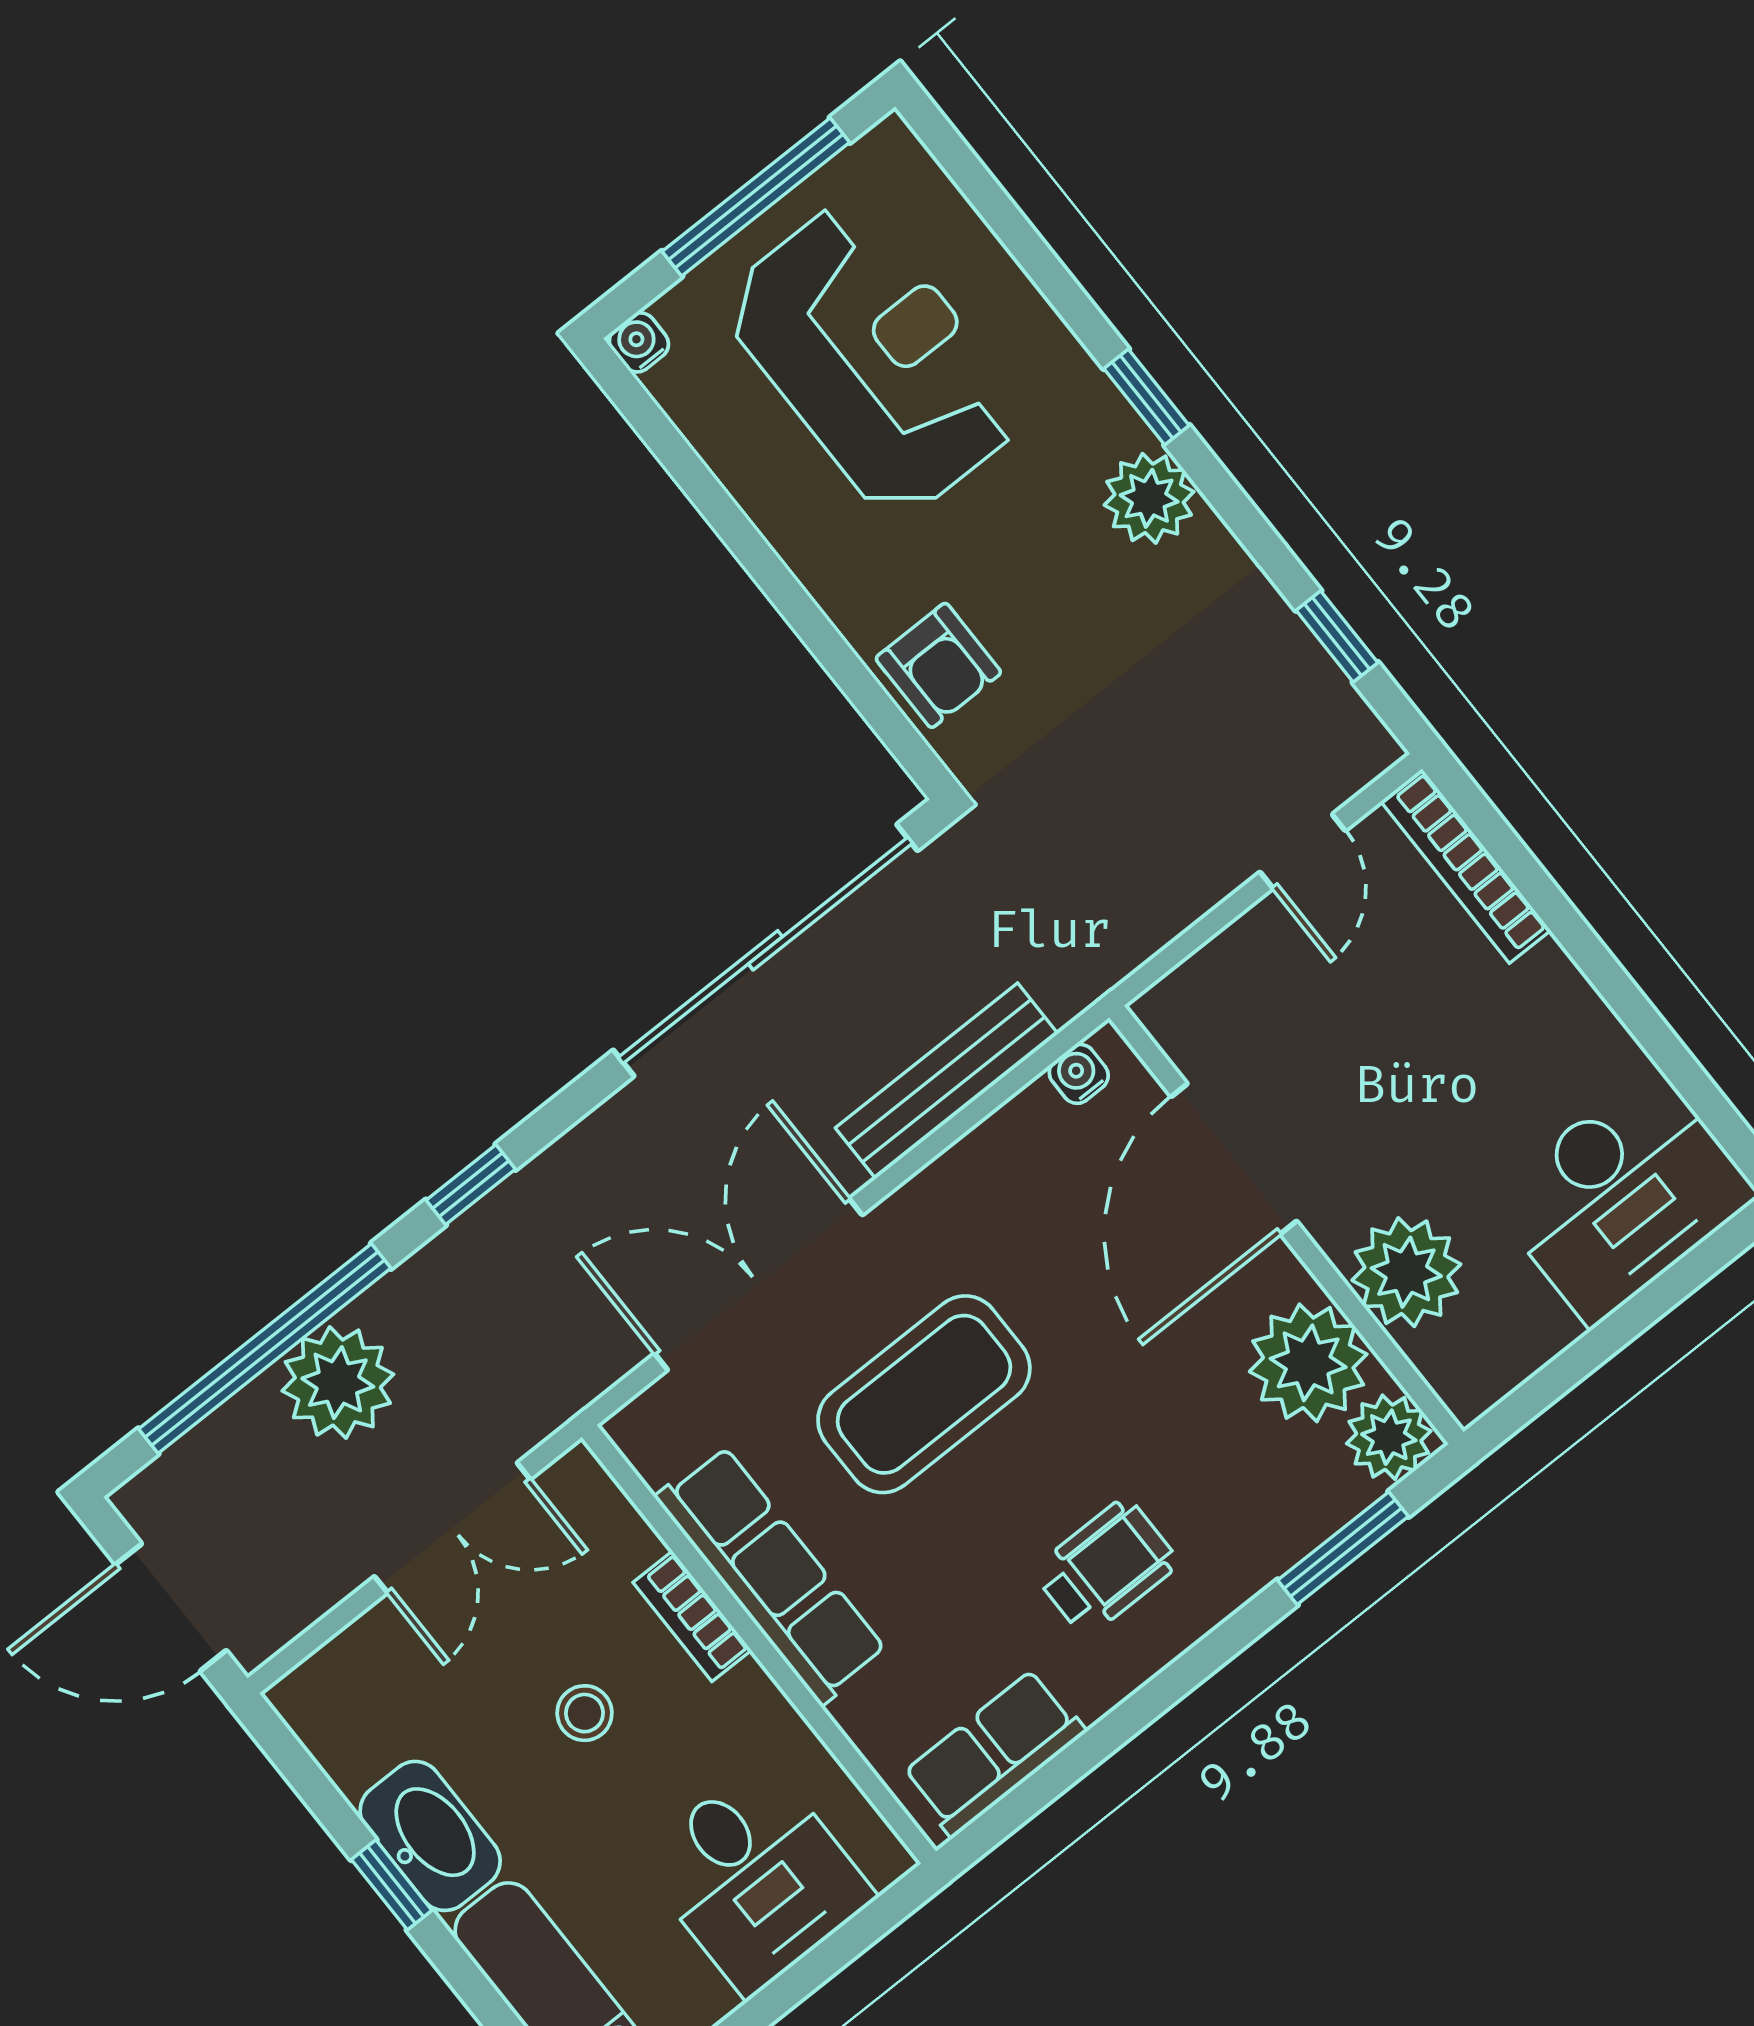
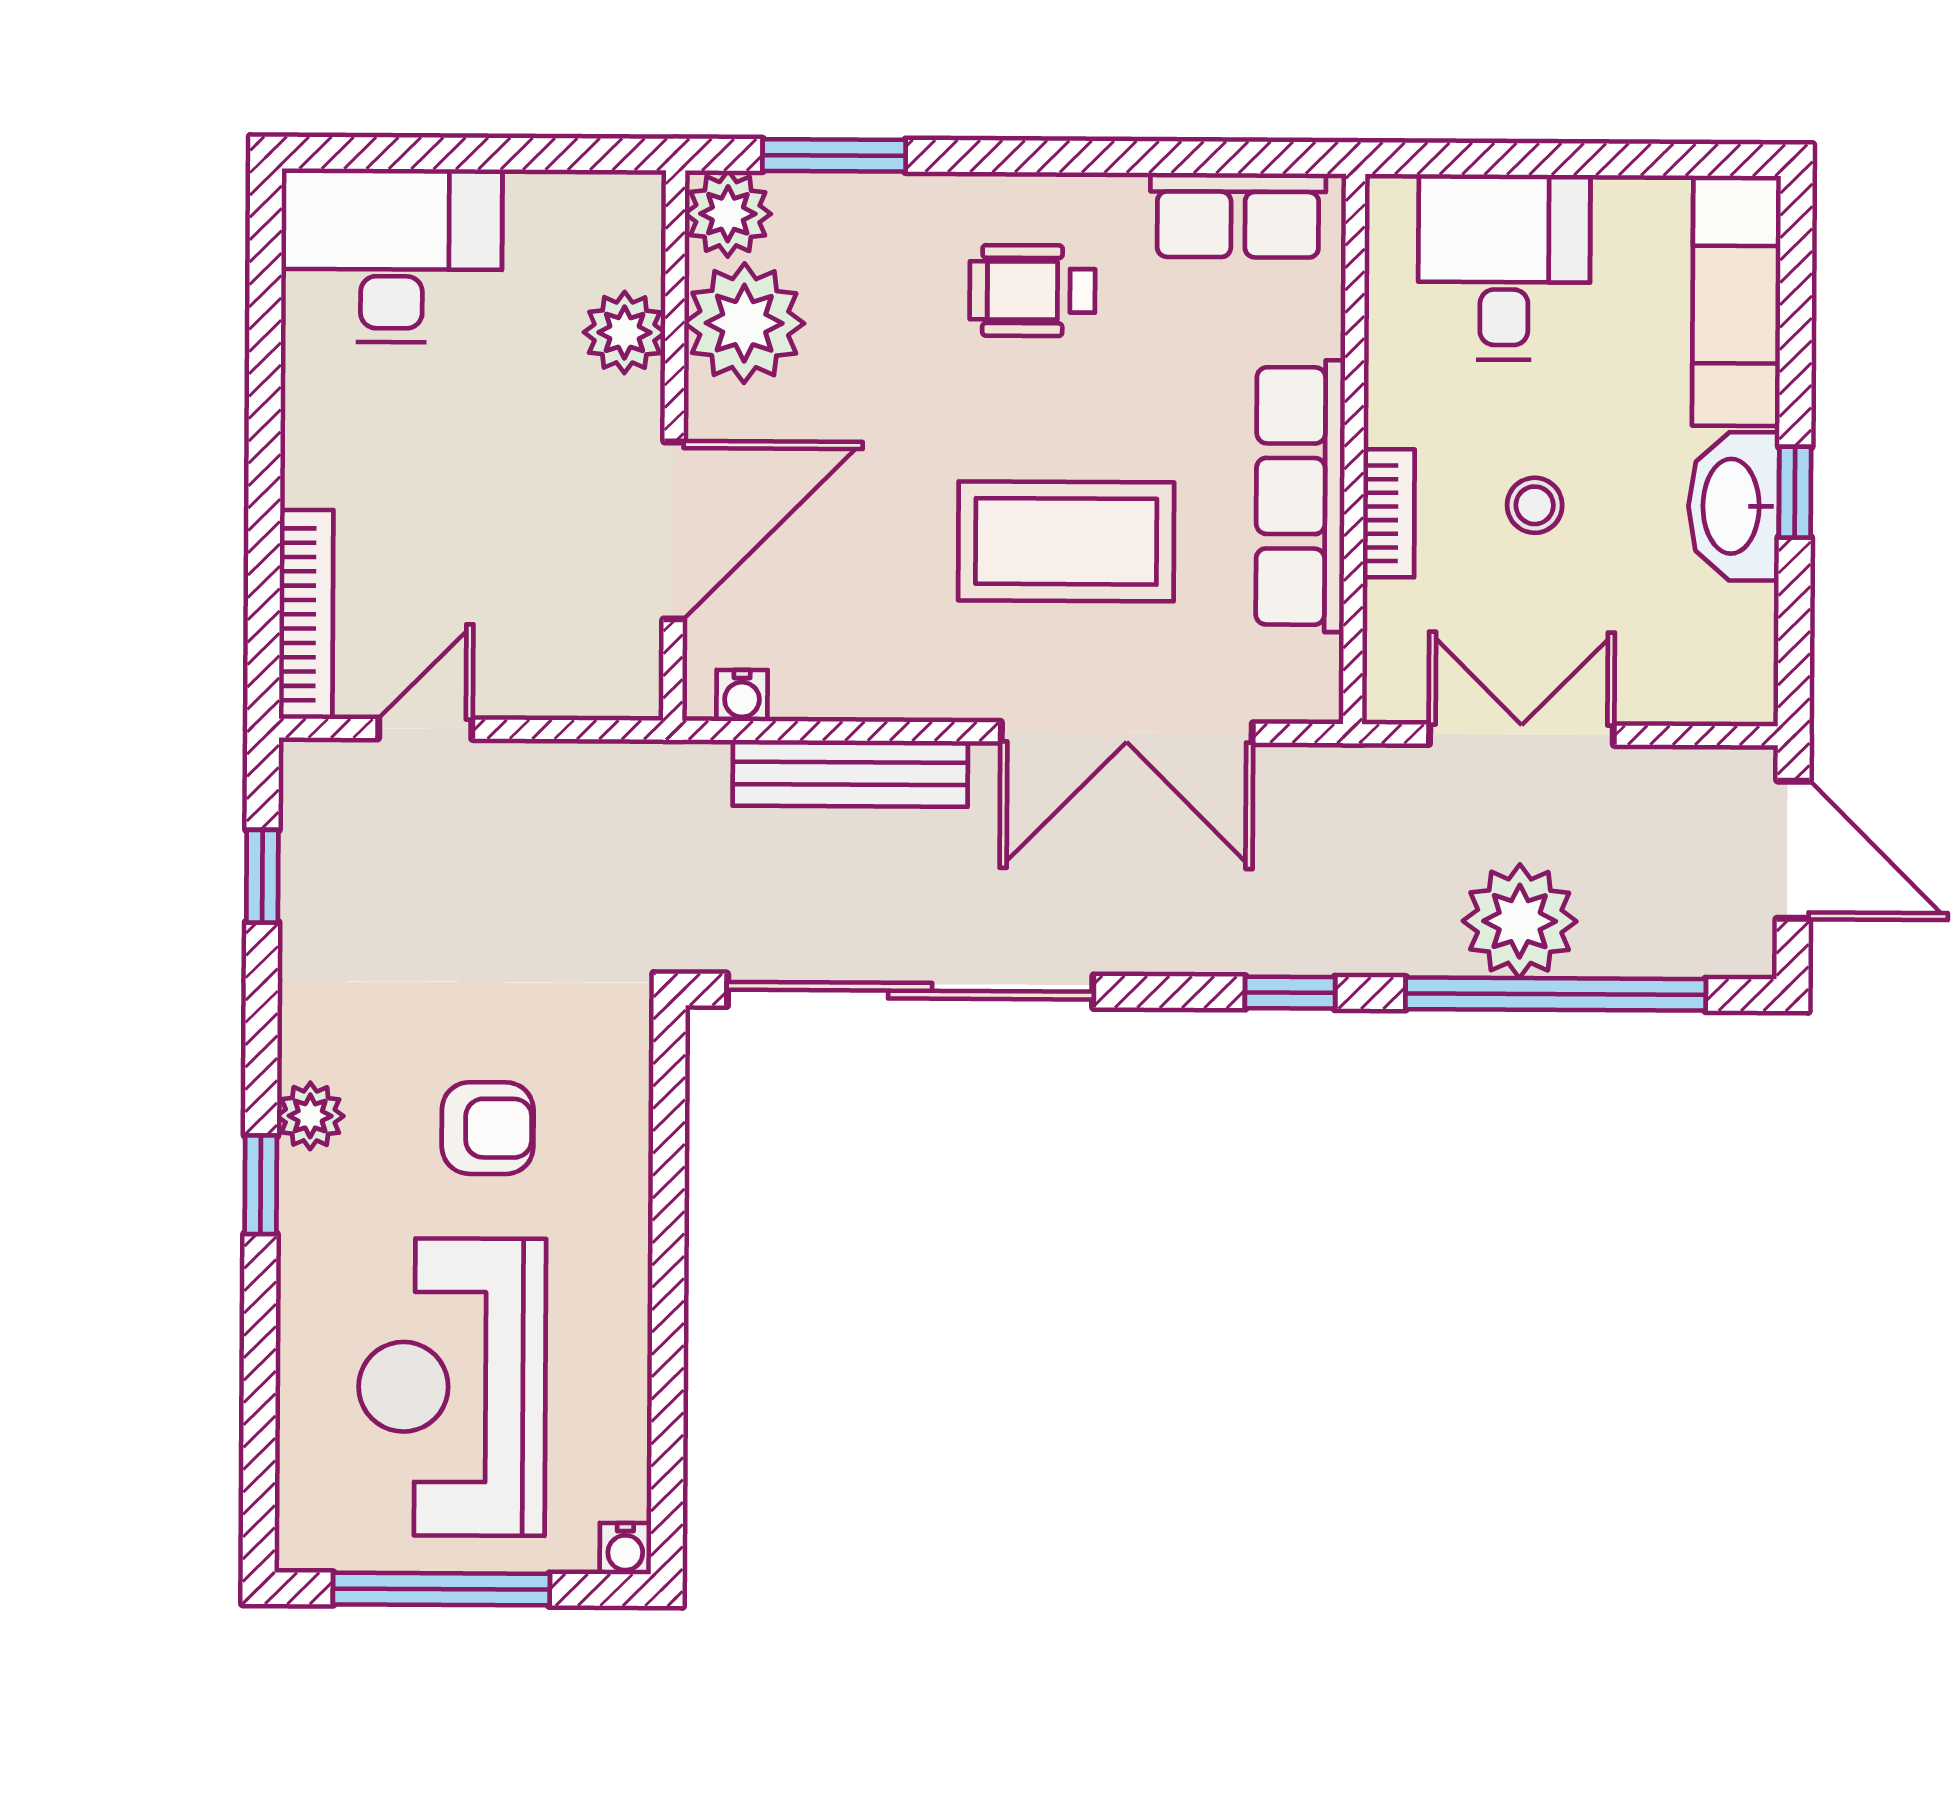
plant: (1149, 498) -> (310, 1116), width x0.73, depth x0.73
armchair: (938, 665) -> (488, 1128), moved, turned 90
plant: (1406, 1272) -> (624, 332), width x0.73, depth x0.73

